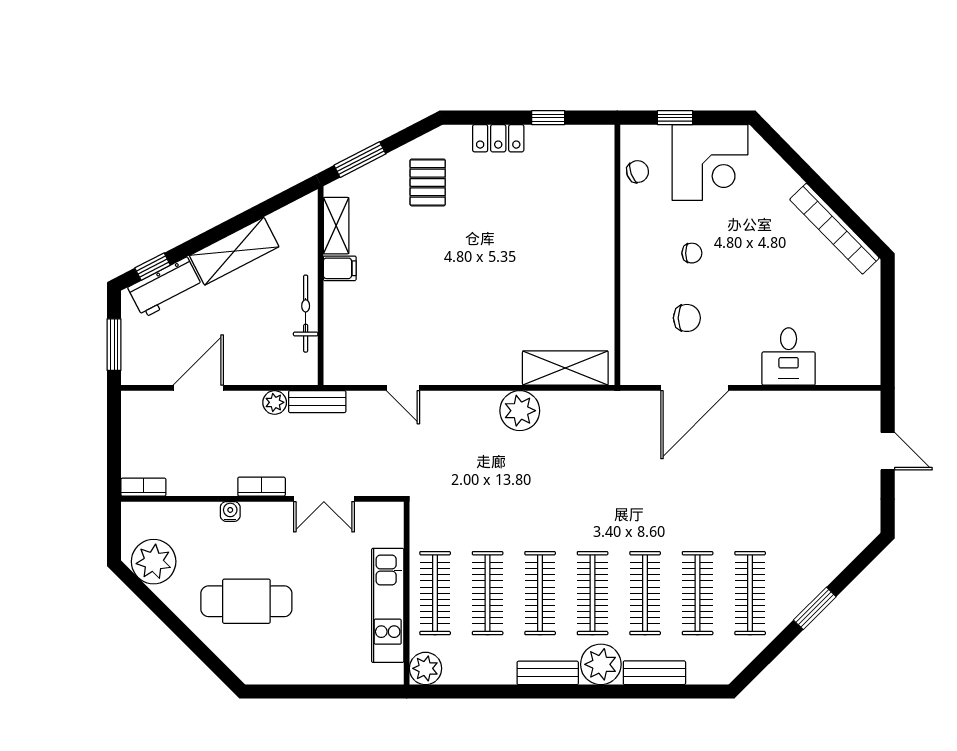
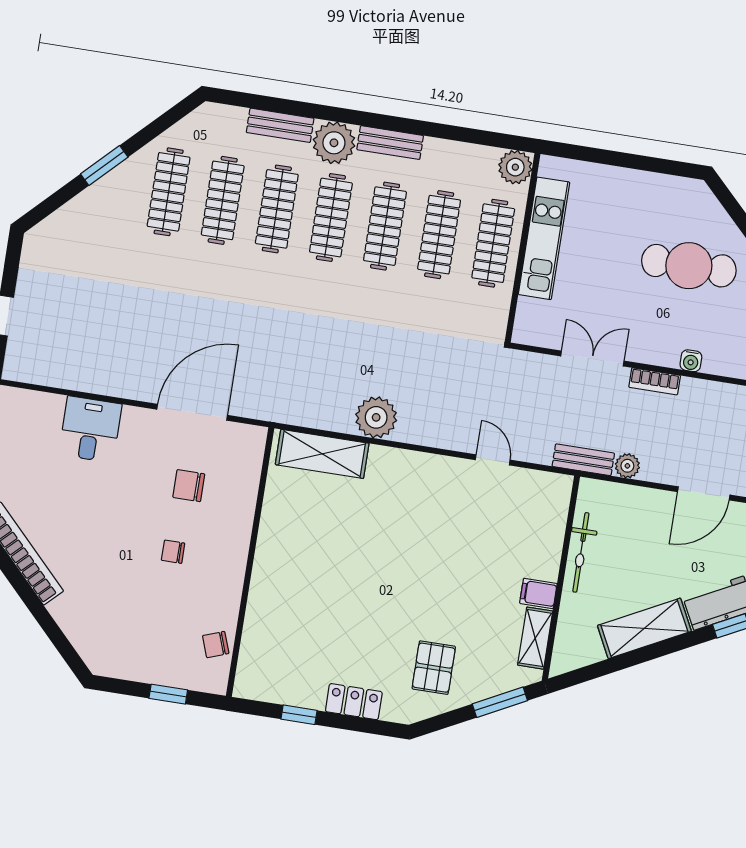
corner desk: (710, 162) -> (140, 642), removed

